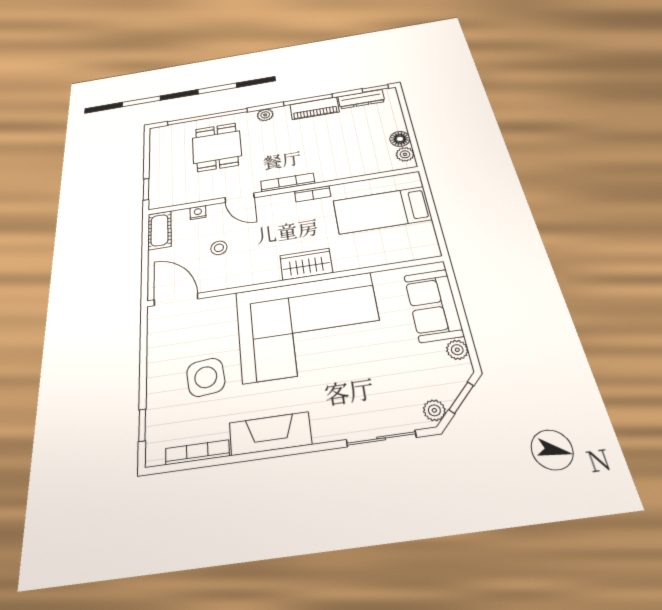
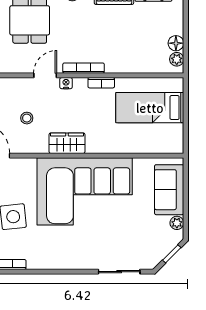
door: (240, 198) -> (45, 75), swing flipped
nightstand: (198, 213) -> (66, 83), moved
wardrobe: (306, 264) -> (67, 143), moved
plant: (434, 410) -> (154, 259), removed
fireplace: (270, 434) -> (52, 259), removed

